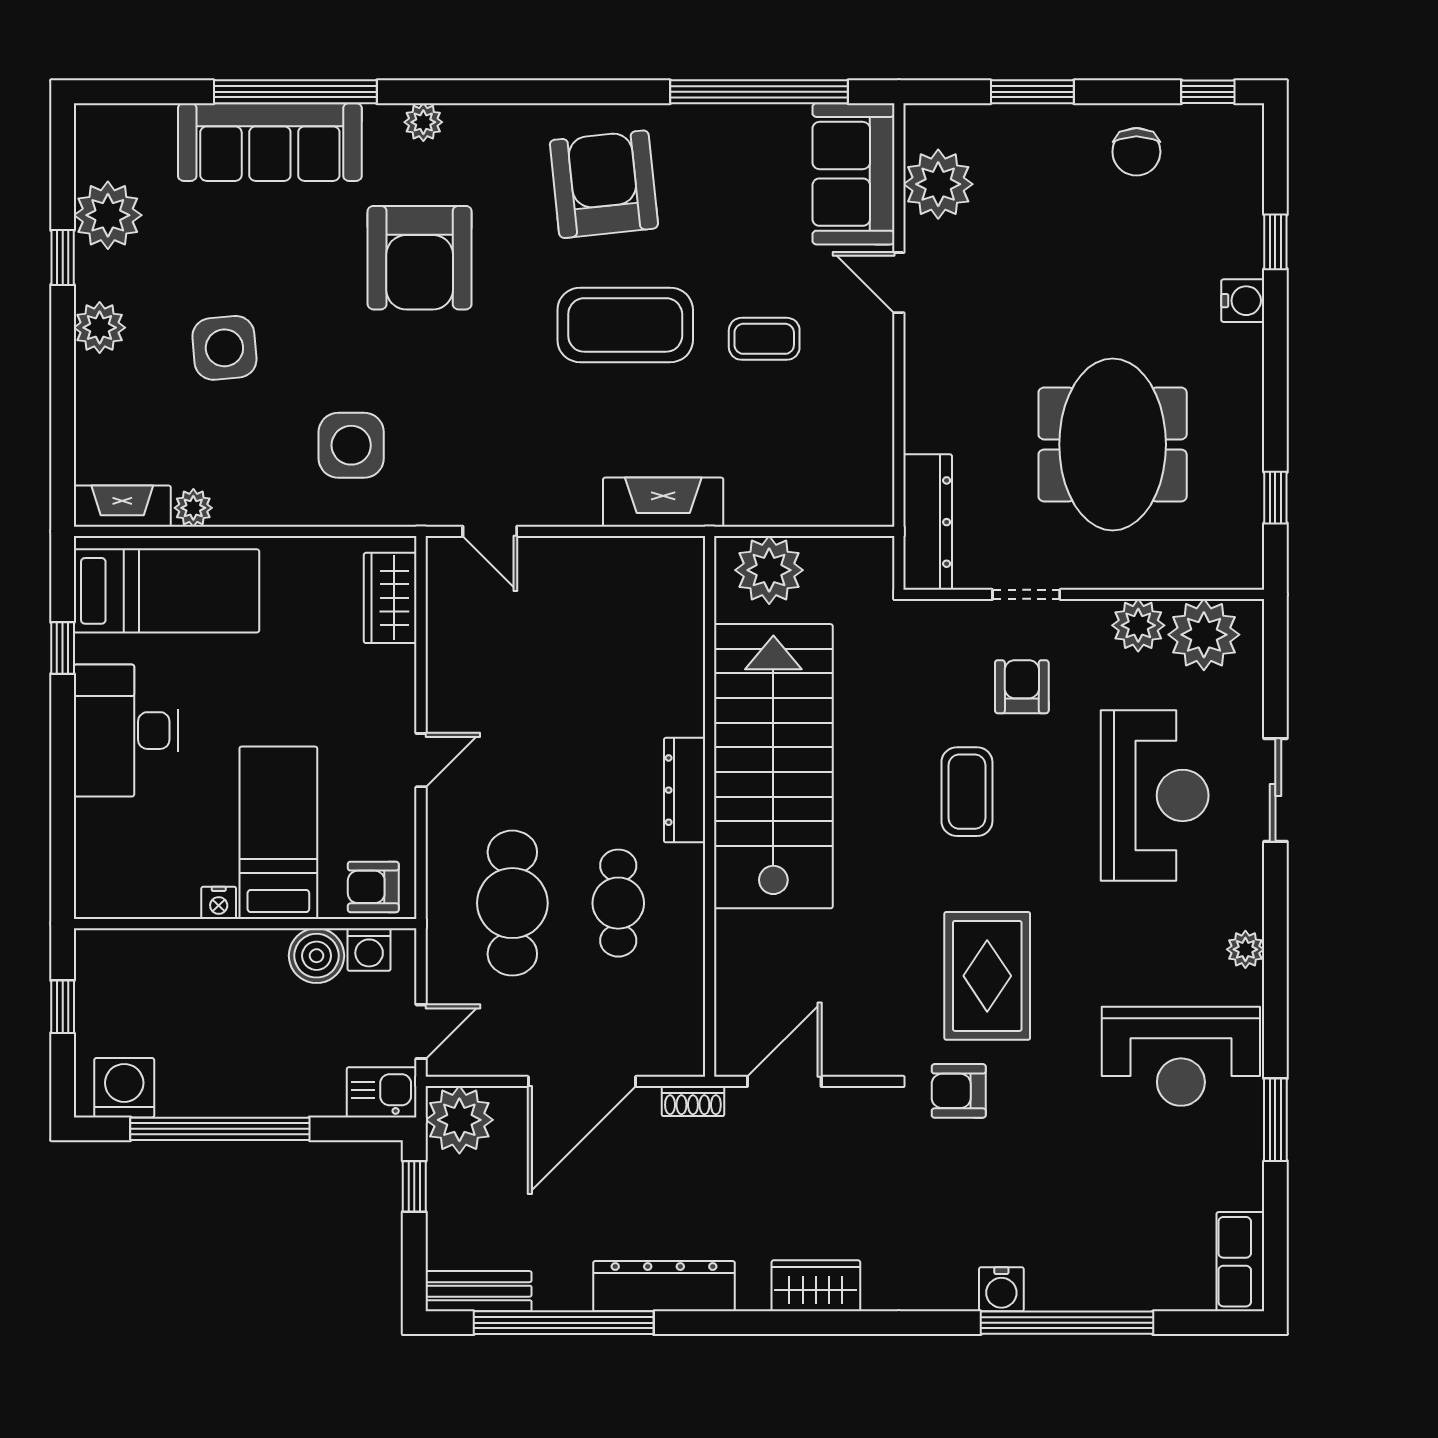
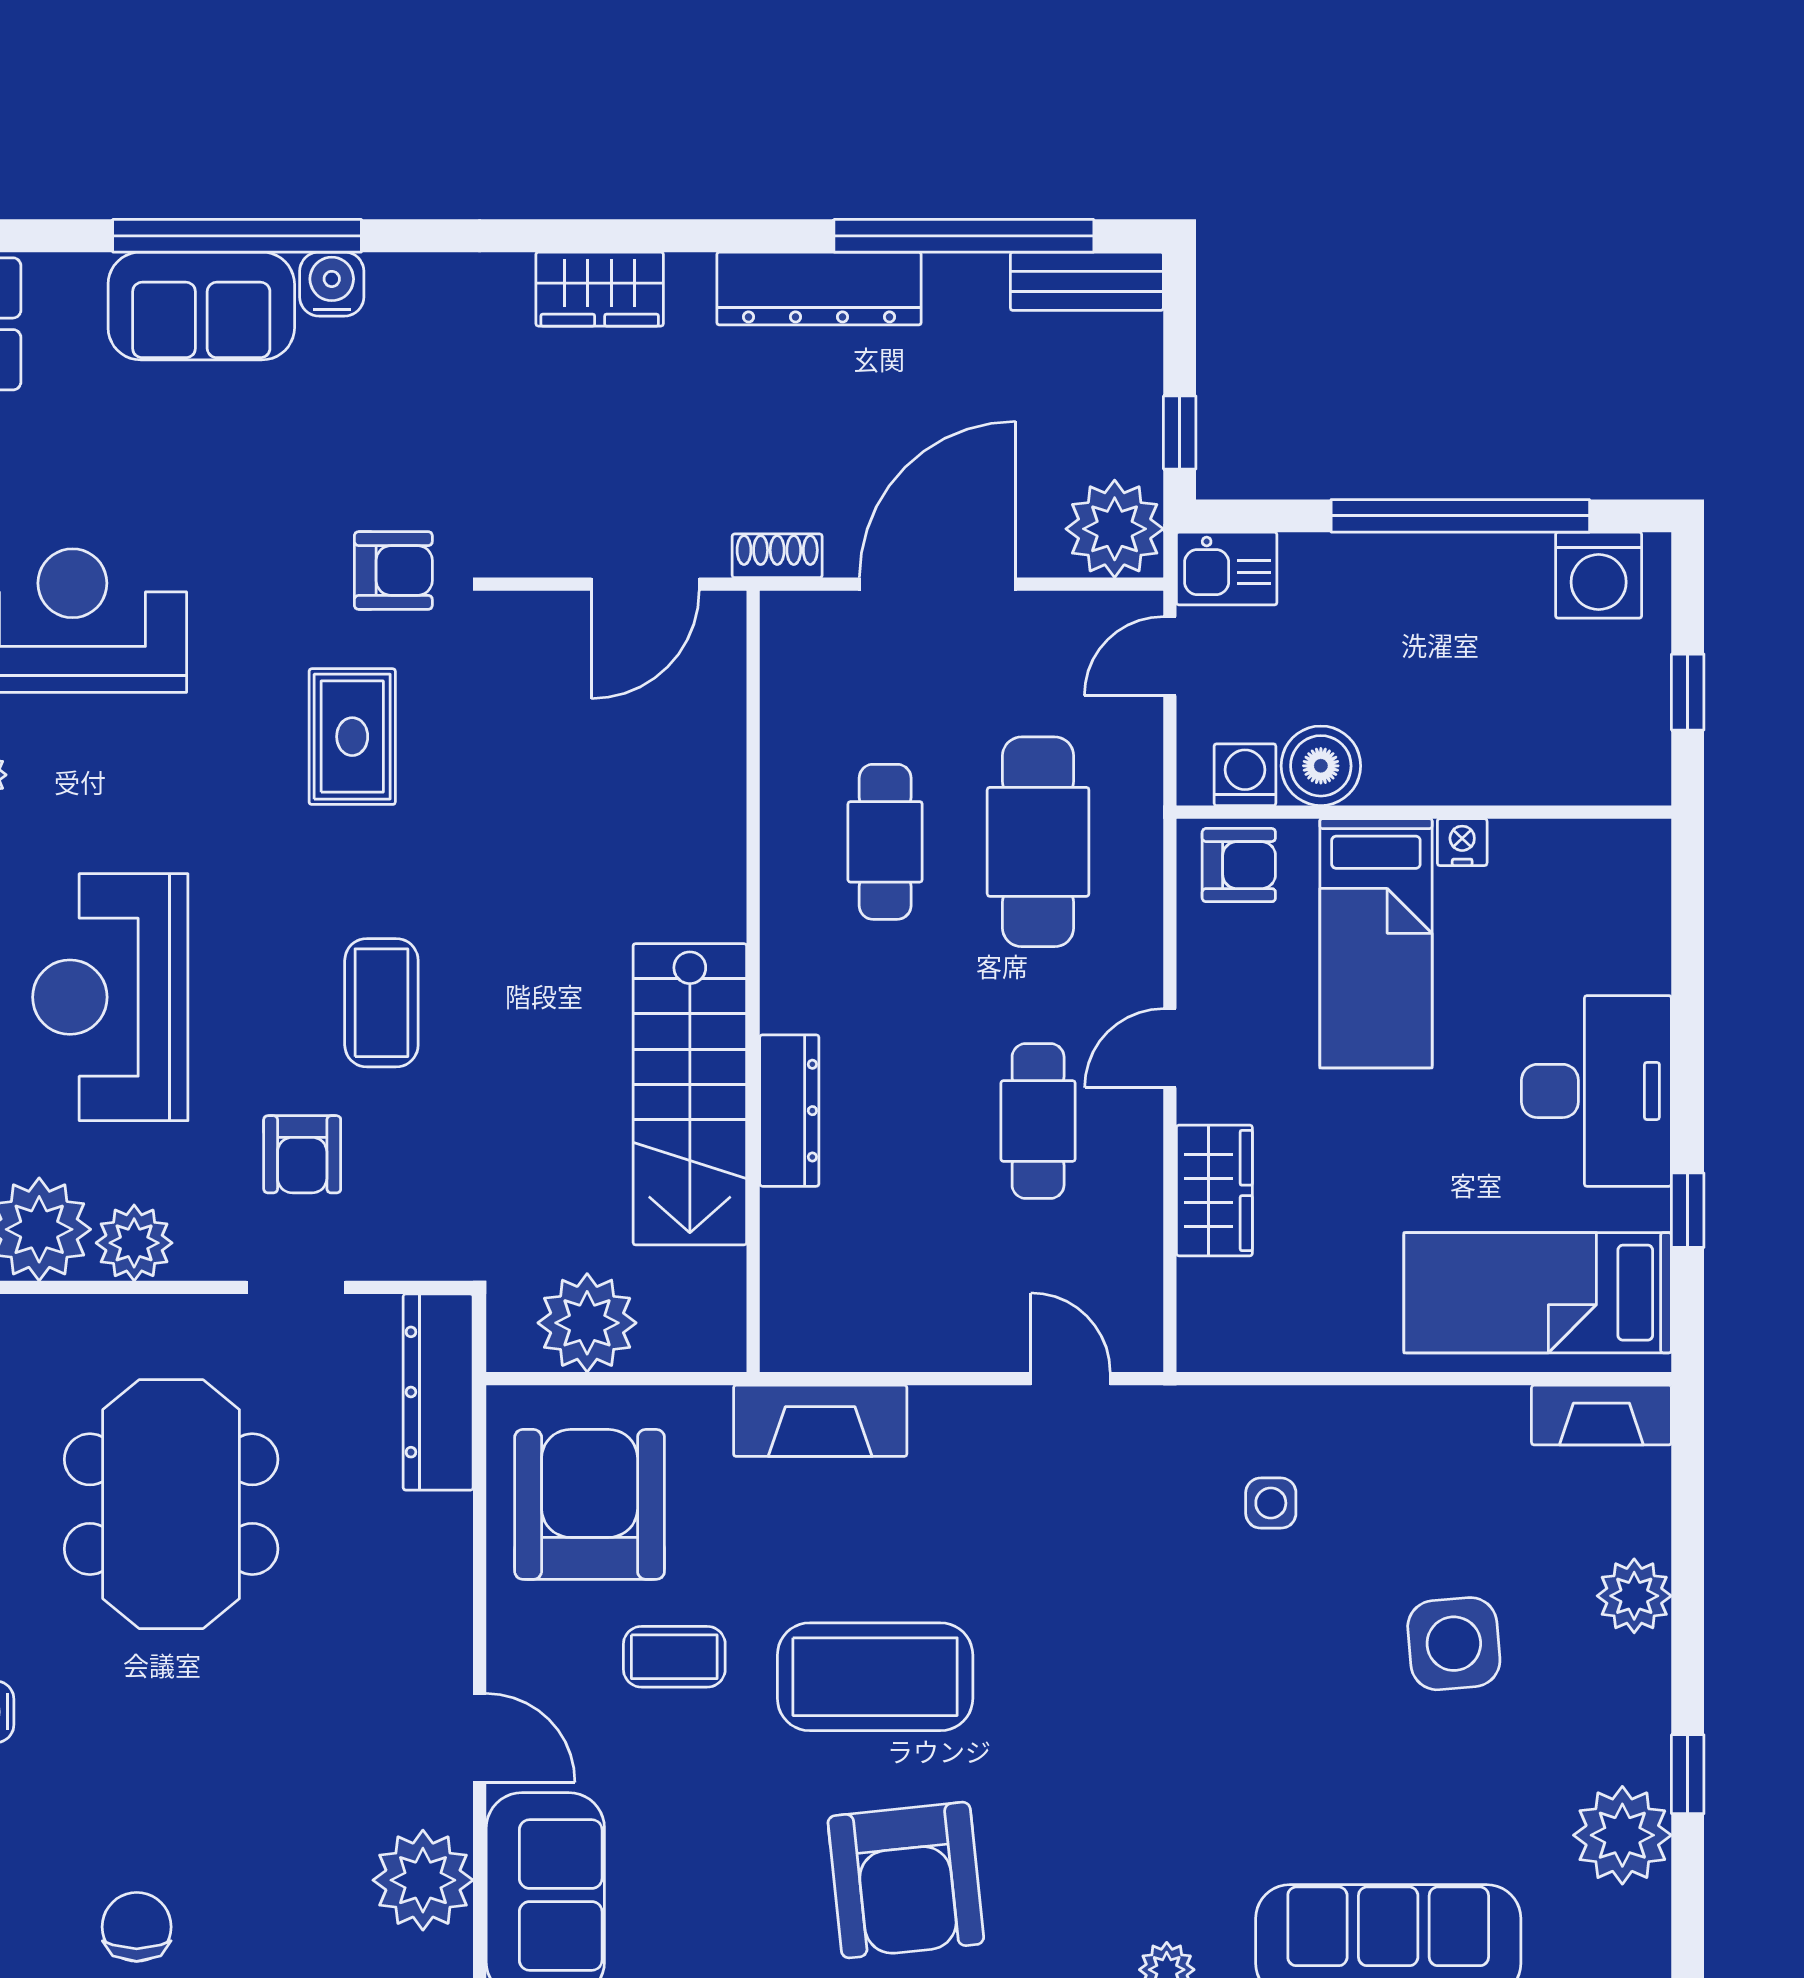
armchair: (420, 258) -> (590, 1504), moved
plant: (100, 328) -> (1634, 1596), moved
side table: (351, 445) -> (1271, 1503), width x0.54, depth x0.54
plant: (193, 508) -> (1499, 1413), removed
plant: (769, 570) -> (587, 1323), moved
wardrobe: (390, 598) -> (1214, 1190), moved
cafe table: (512, 710) -> (1038, 1121), added
stairs: (773, 766) -> (690, 1094), width x0.73, depth x0.66
dresser: (685, 790) -> (789, 1111), moved
rug: (987, 976) -> (352, 737), width x0.73, depth x0.70
sofa: (1092, 1274) -> (201, 306), added

